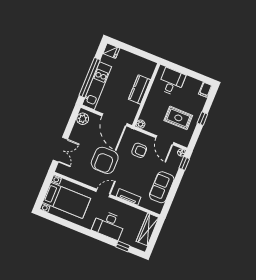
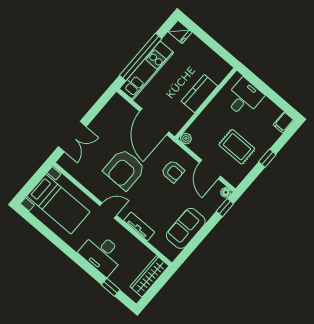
plant: (83, 119) -> (114, 107), removed

